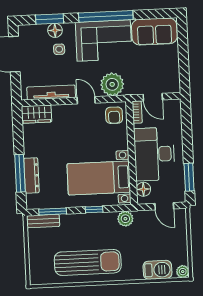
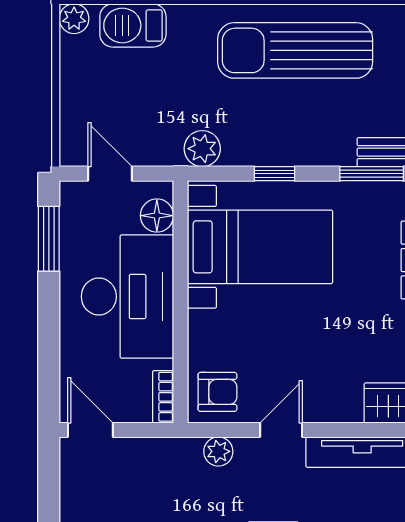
plant: (112, 84) -> (218, 451), width x0.53, depth x0.53
door: (153, 97) -> (90, 430), moved
door: (86, 100) -> (281, 430), swing flipped
armchair: (114, 115) -> (217, 392), turned 90

